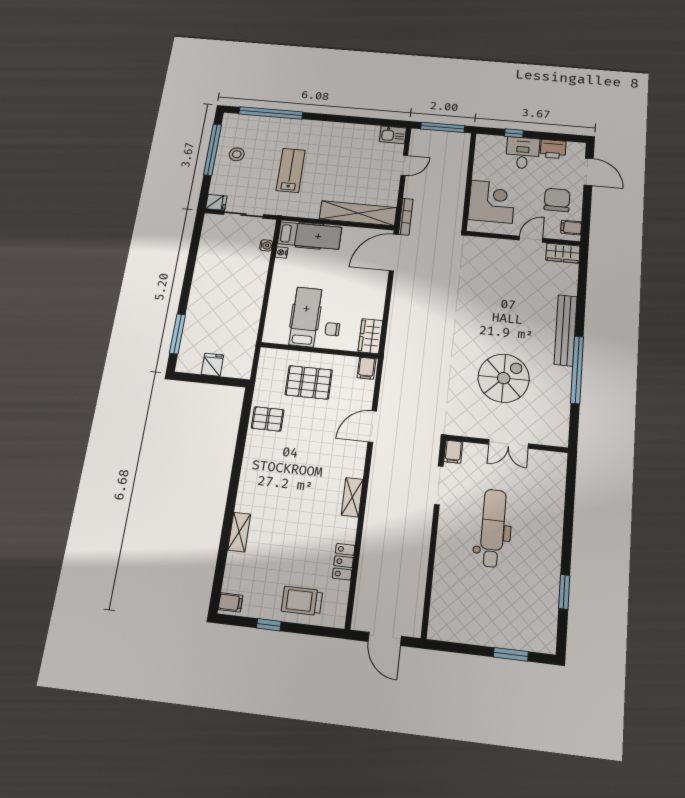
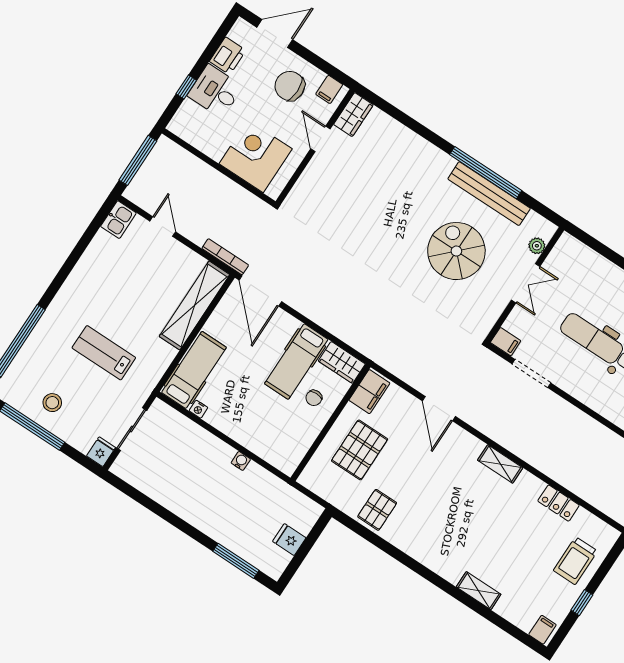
water cooler: (266, 245) -> (241, 461), moved
hospital bed: (305, 317) -> (296, 361), moved, turned -90
bench: (566, 330) -> (489, 194), moved
filing cabinet: (366, 368) -> (369, 392), width x2.00
plant: (543, 438) -> (537, 246), added

